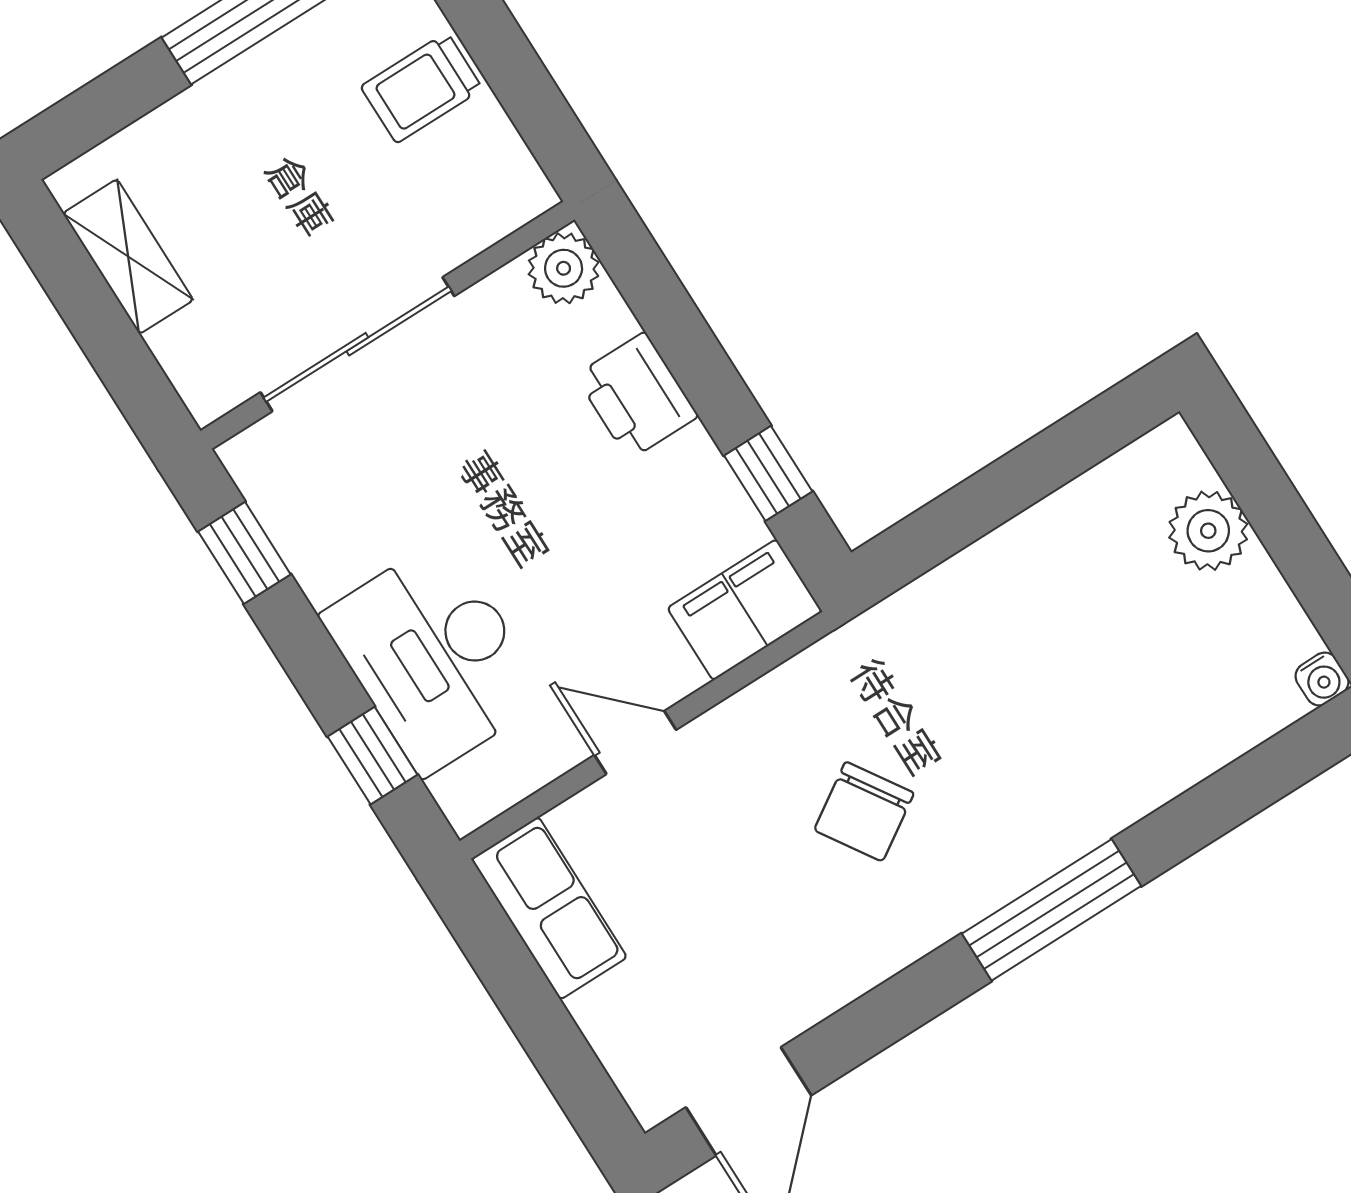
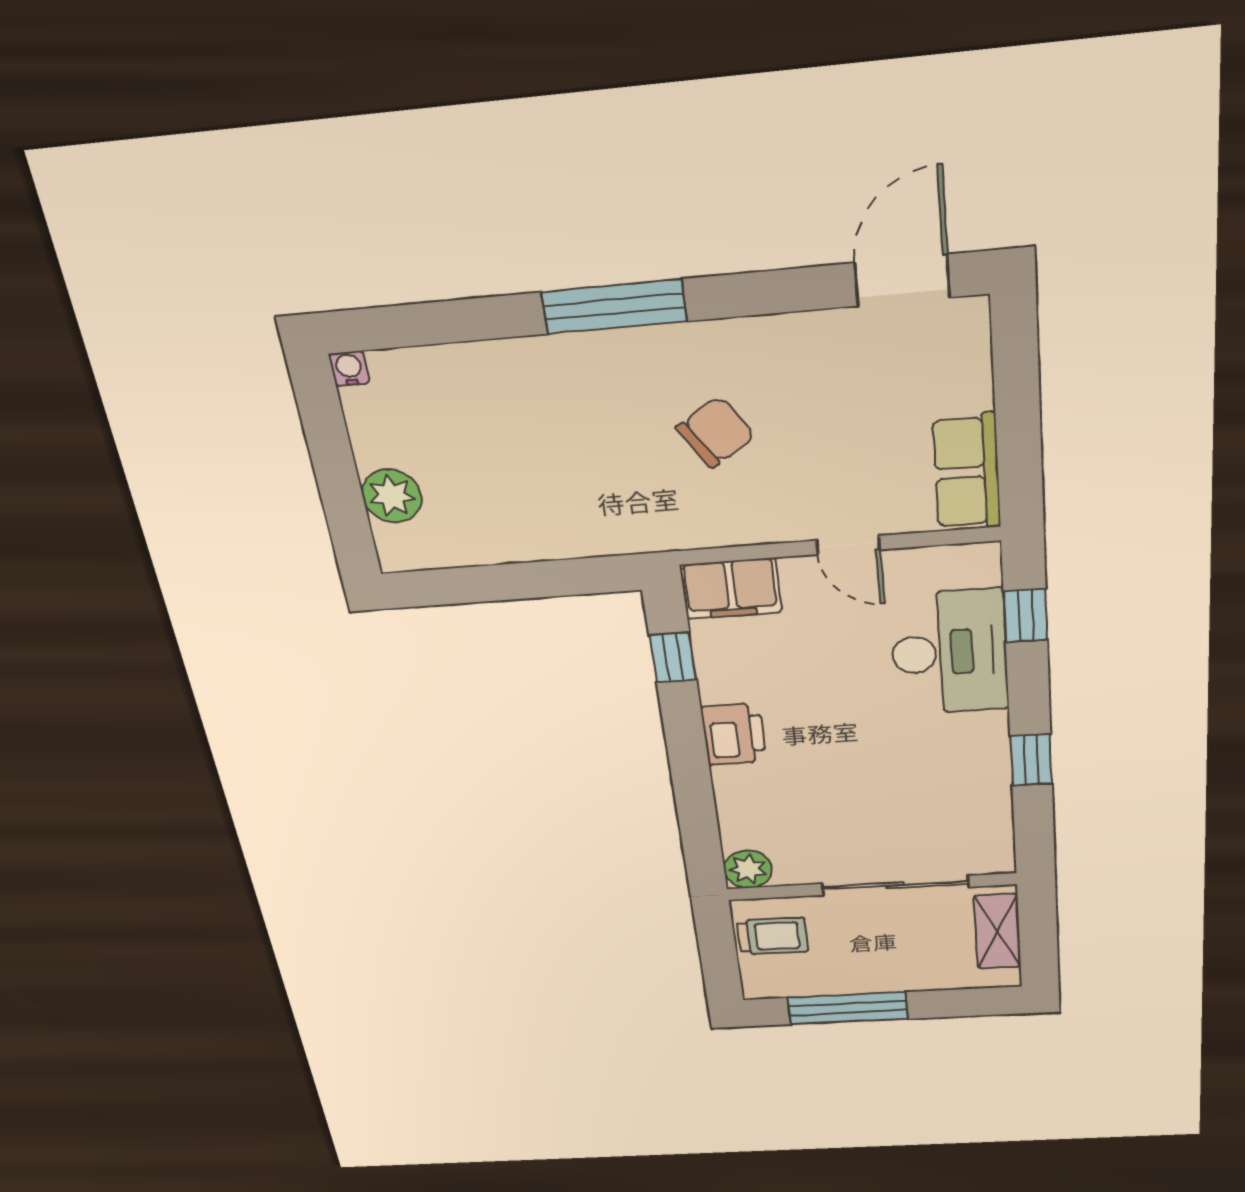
plant: (564, 268) -> (748, 869), moved
wall: (387, 325) -> (871, 887), moved
sliding door: (357, 344) -> (895, 885), moved

